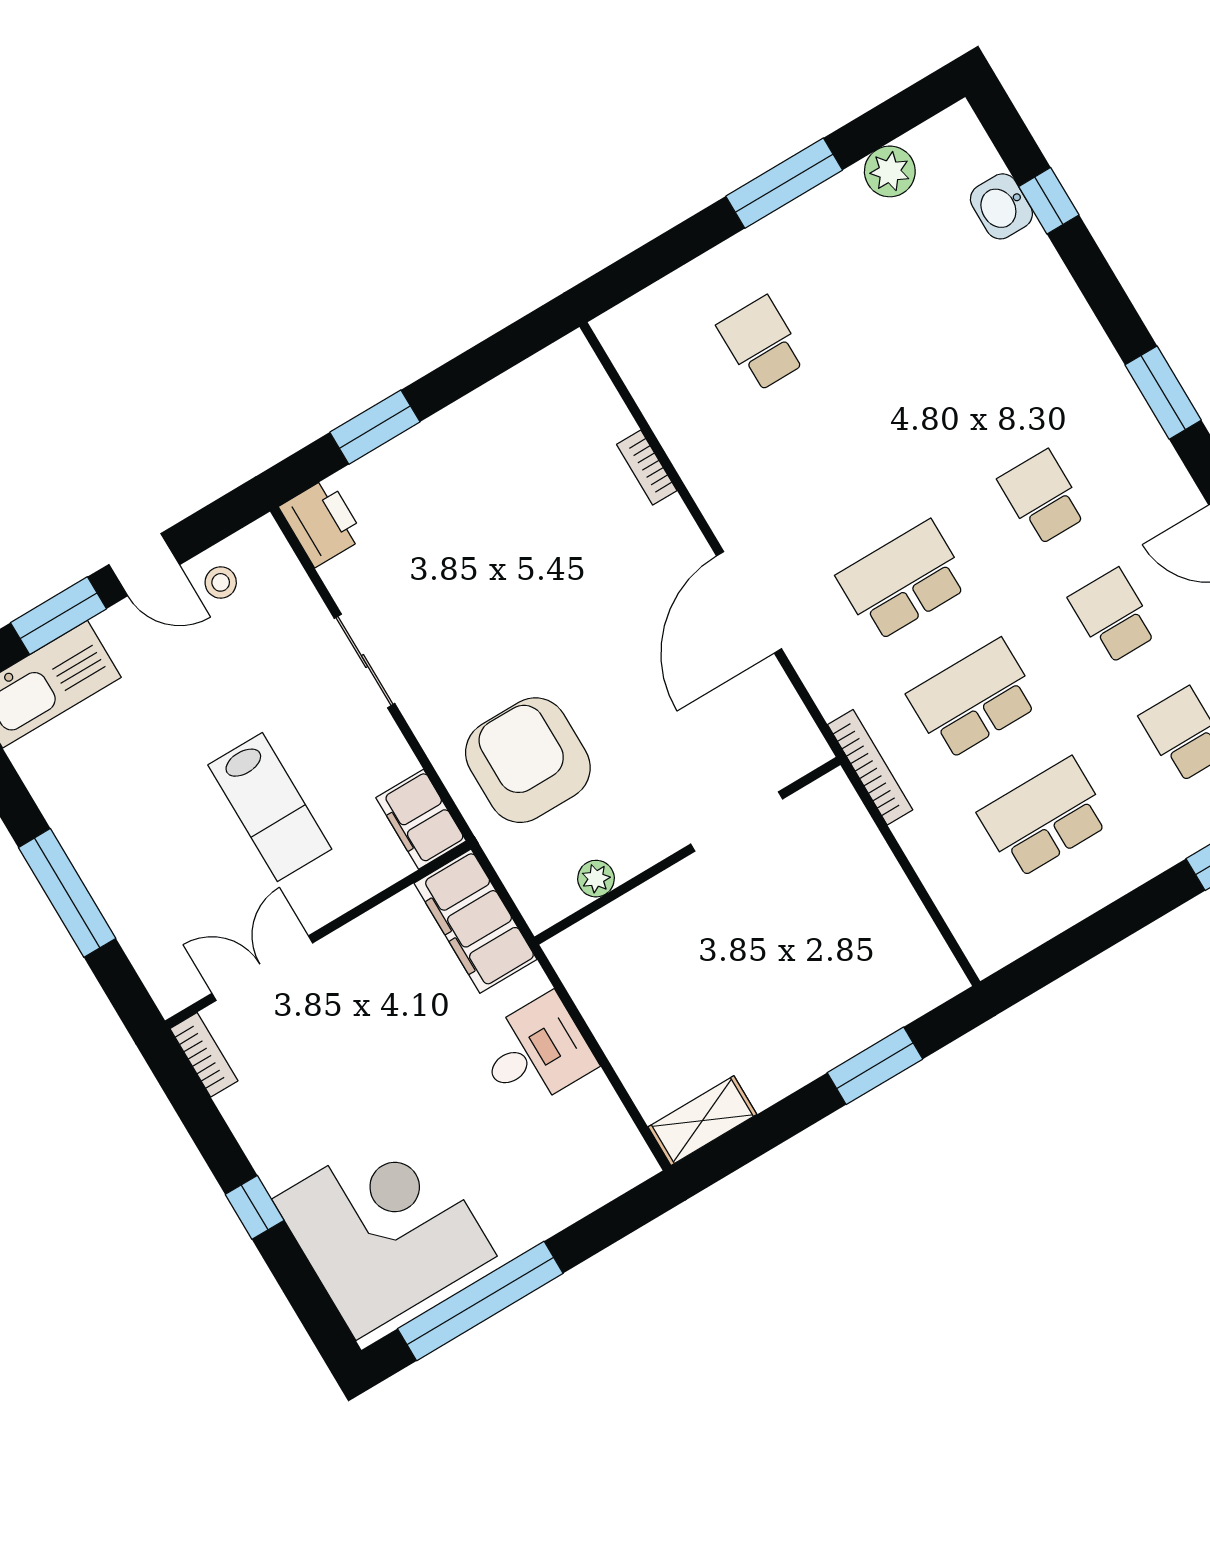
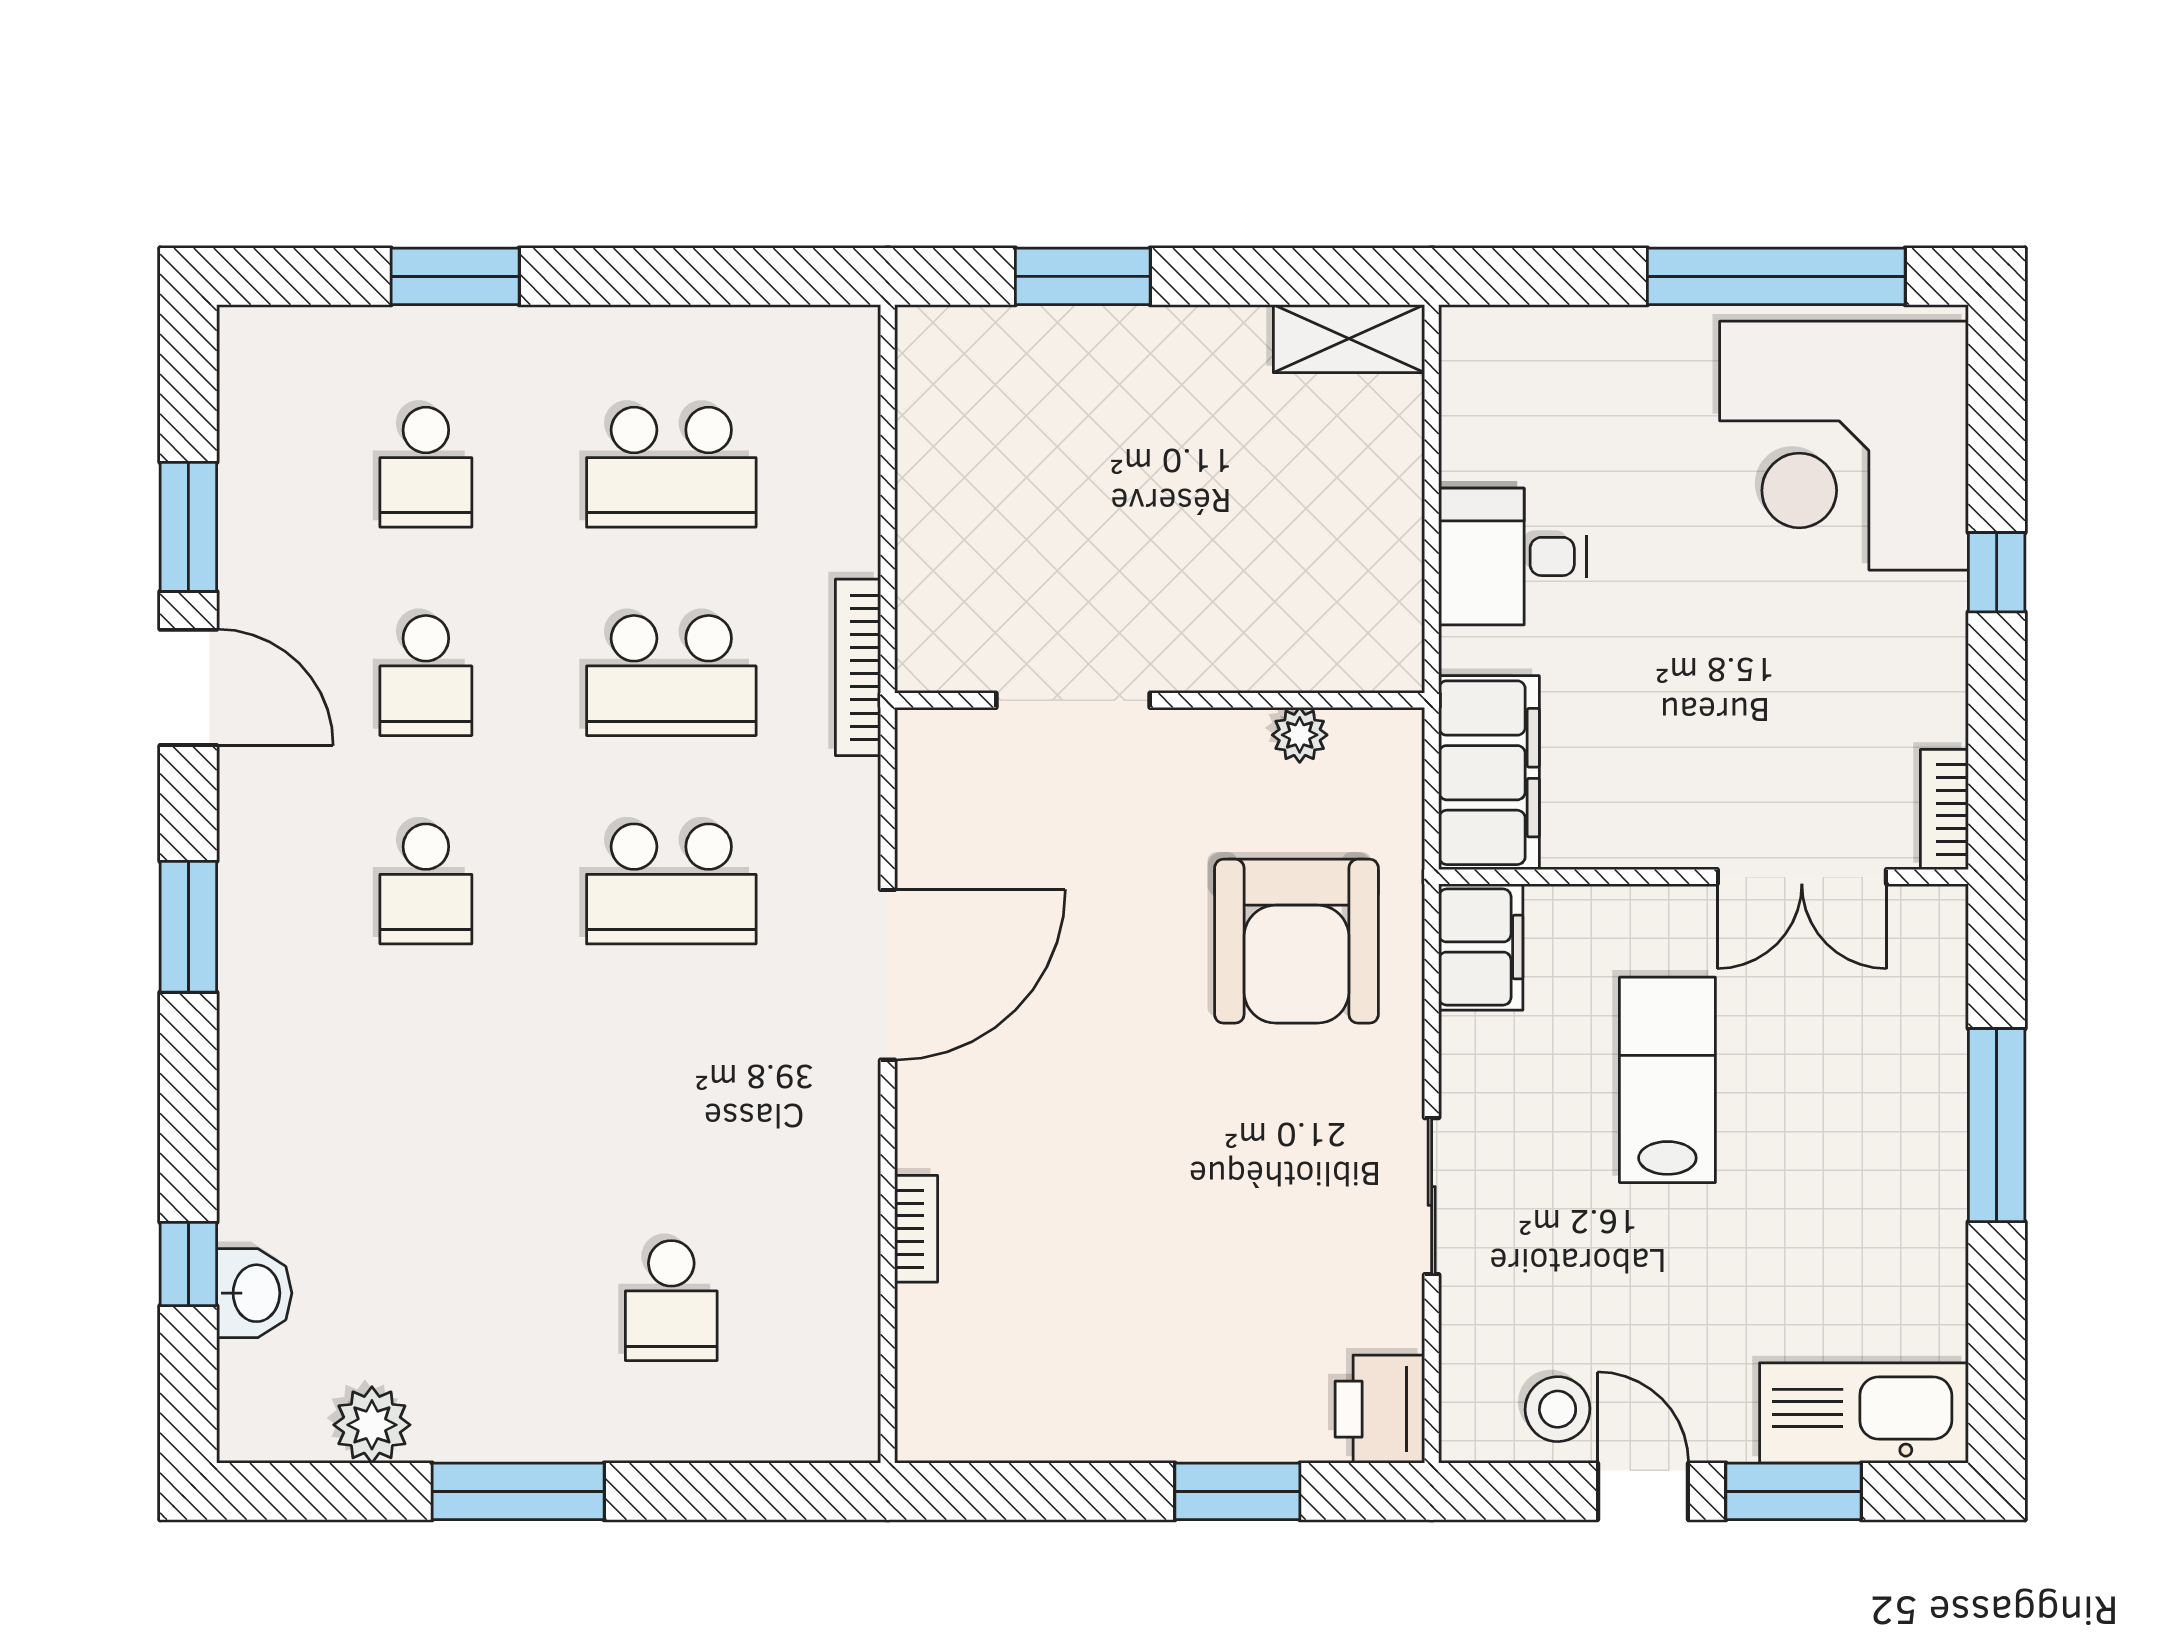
stool: (221, 582) -> (1558, 1409), width x1.37, depth x1.37

